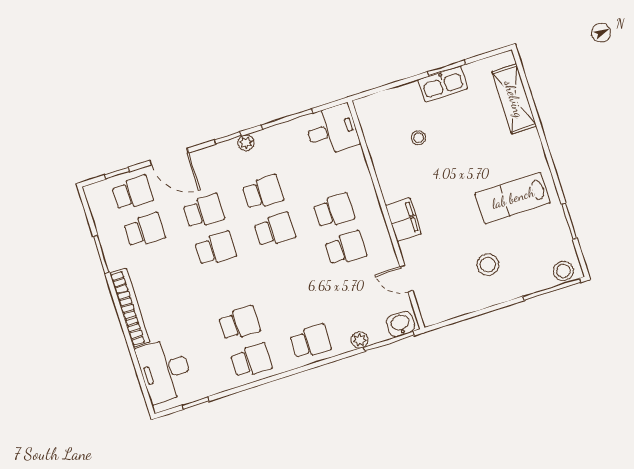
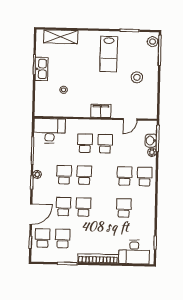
desk: (332, 130) -> (50, 131), width x1.37
washbasin: (400, 324) -> (151, 141), moved
school desk: (251, 361) -> (125, 176), moved

